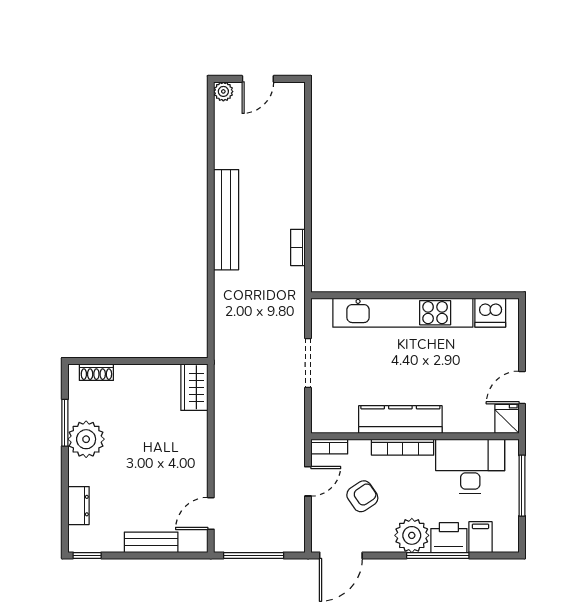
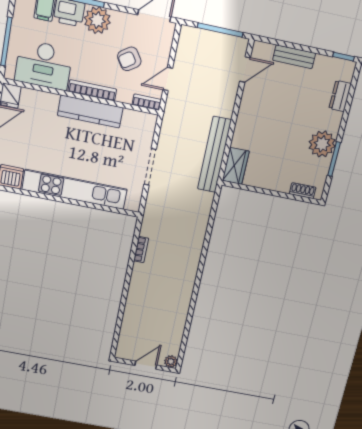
bench: (226, 220) -> (214, 155), moved

